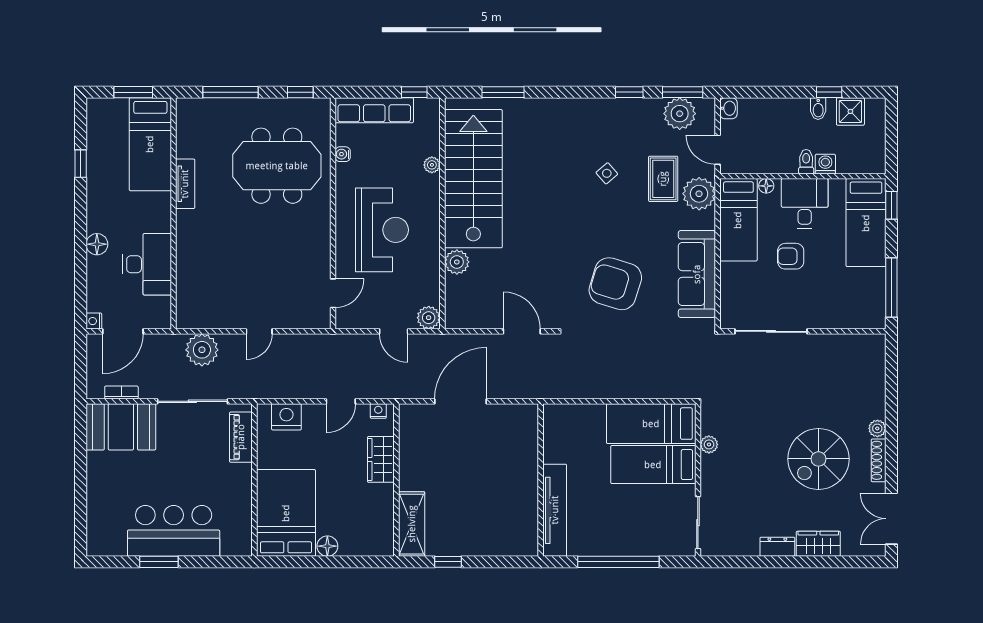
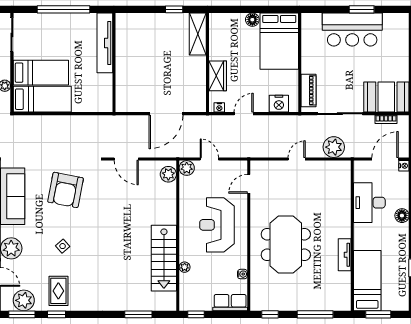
row of seats: (374, 110) -> (230, 303), width x0.68
meeting table: (277, 166) -> (286, 245), moved, turned 90
side table: (607, 173) -> (63, 246), moved
stairs: (473, 179) -> (164, 258), width x0.73, depth x0.66
rug: (663, 179) -> (58, 291), moved
plant: (457, 262) -> (168, 174), moved
armchair: (615, 284) -> (66, 190), turned 84

